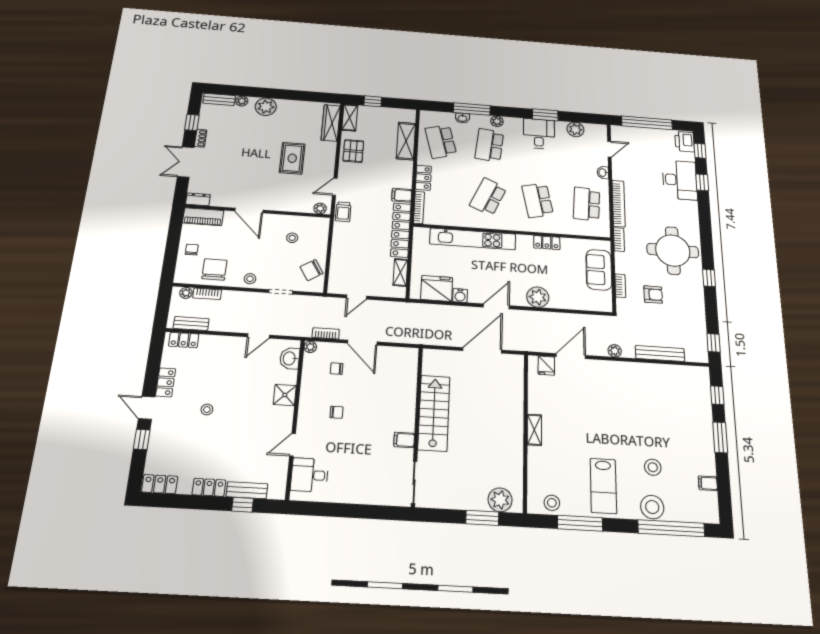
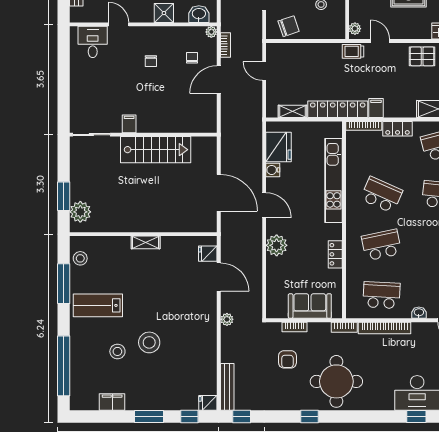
chair: (312, 270) -> (289, 26), turned 103
bench: (660, 353) -> (227, 387), moved
fridge: (702, 375) -> (208, 403), added
filing cabinet: (708, 483) -> (112, 402), width x2.00
stool: (652, 507) -> (149, 342), moved

